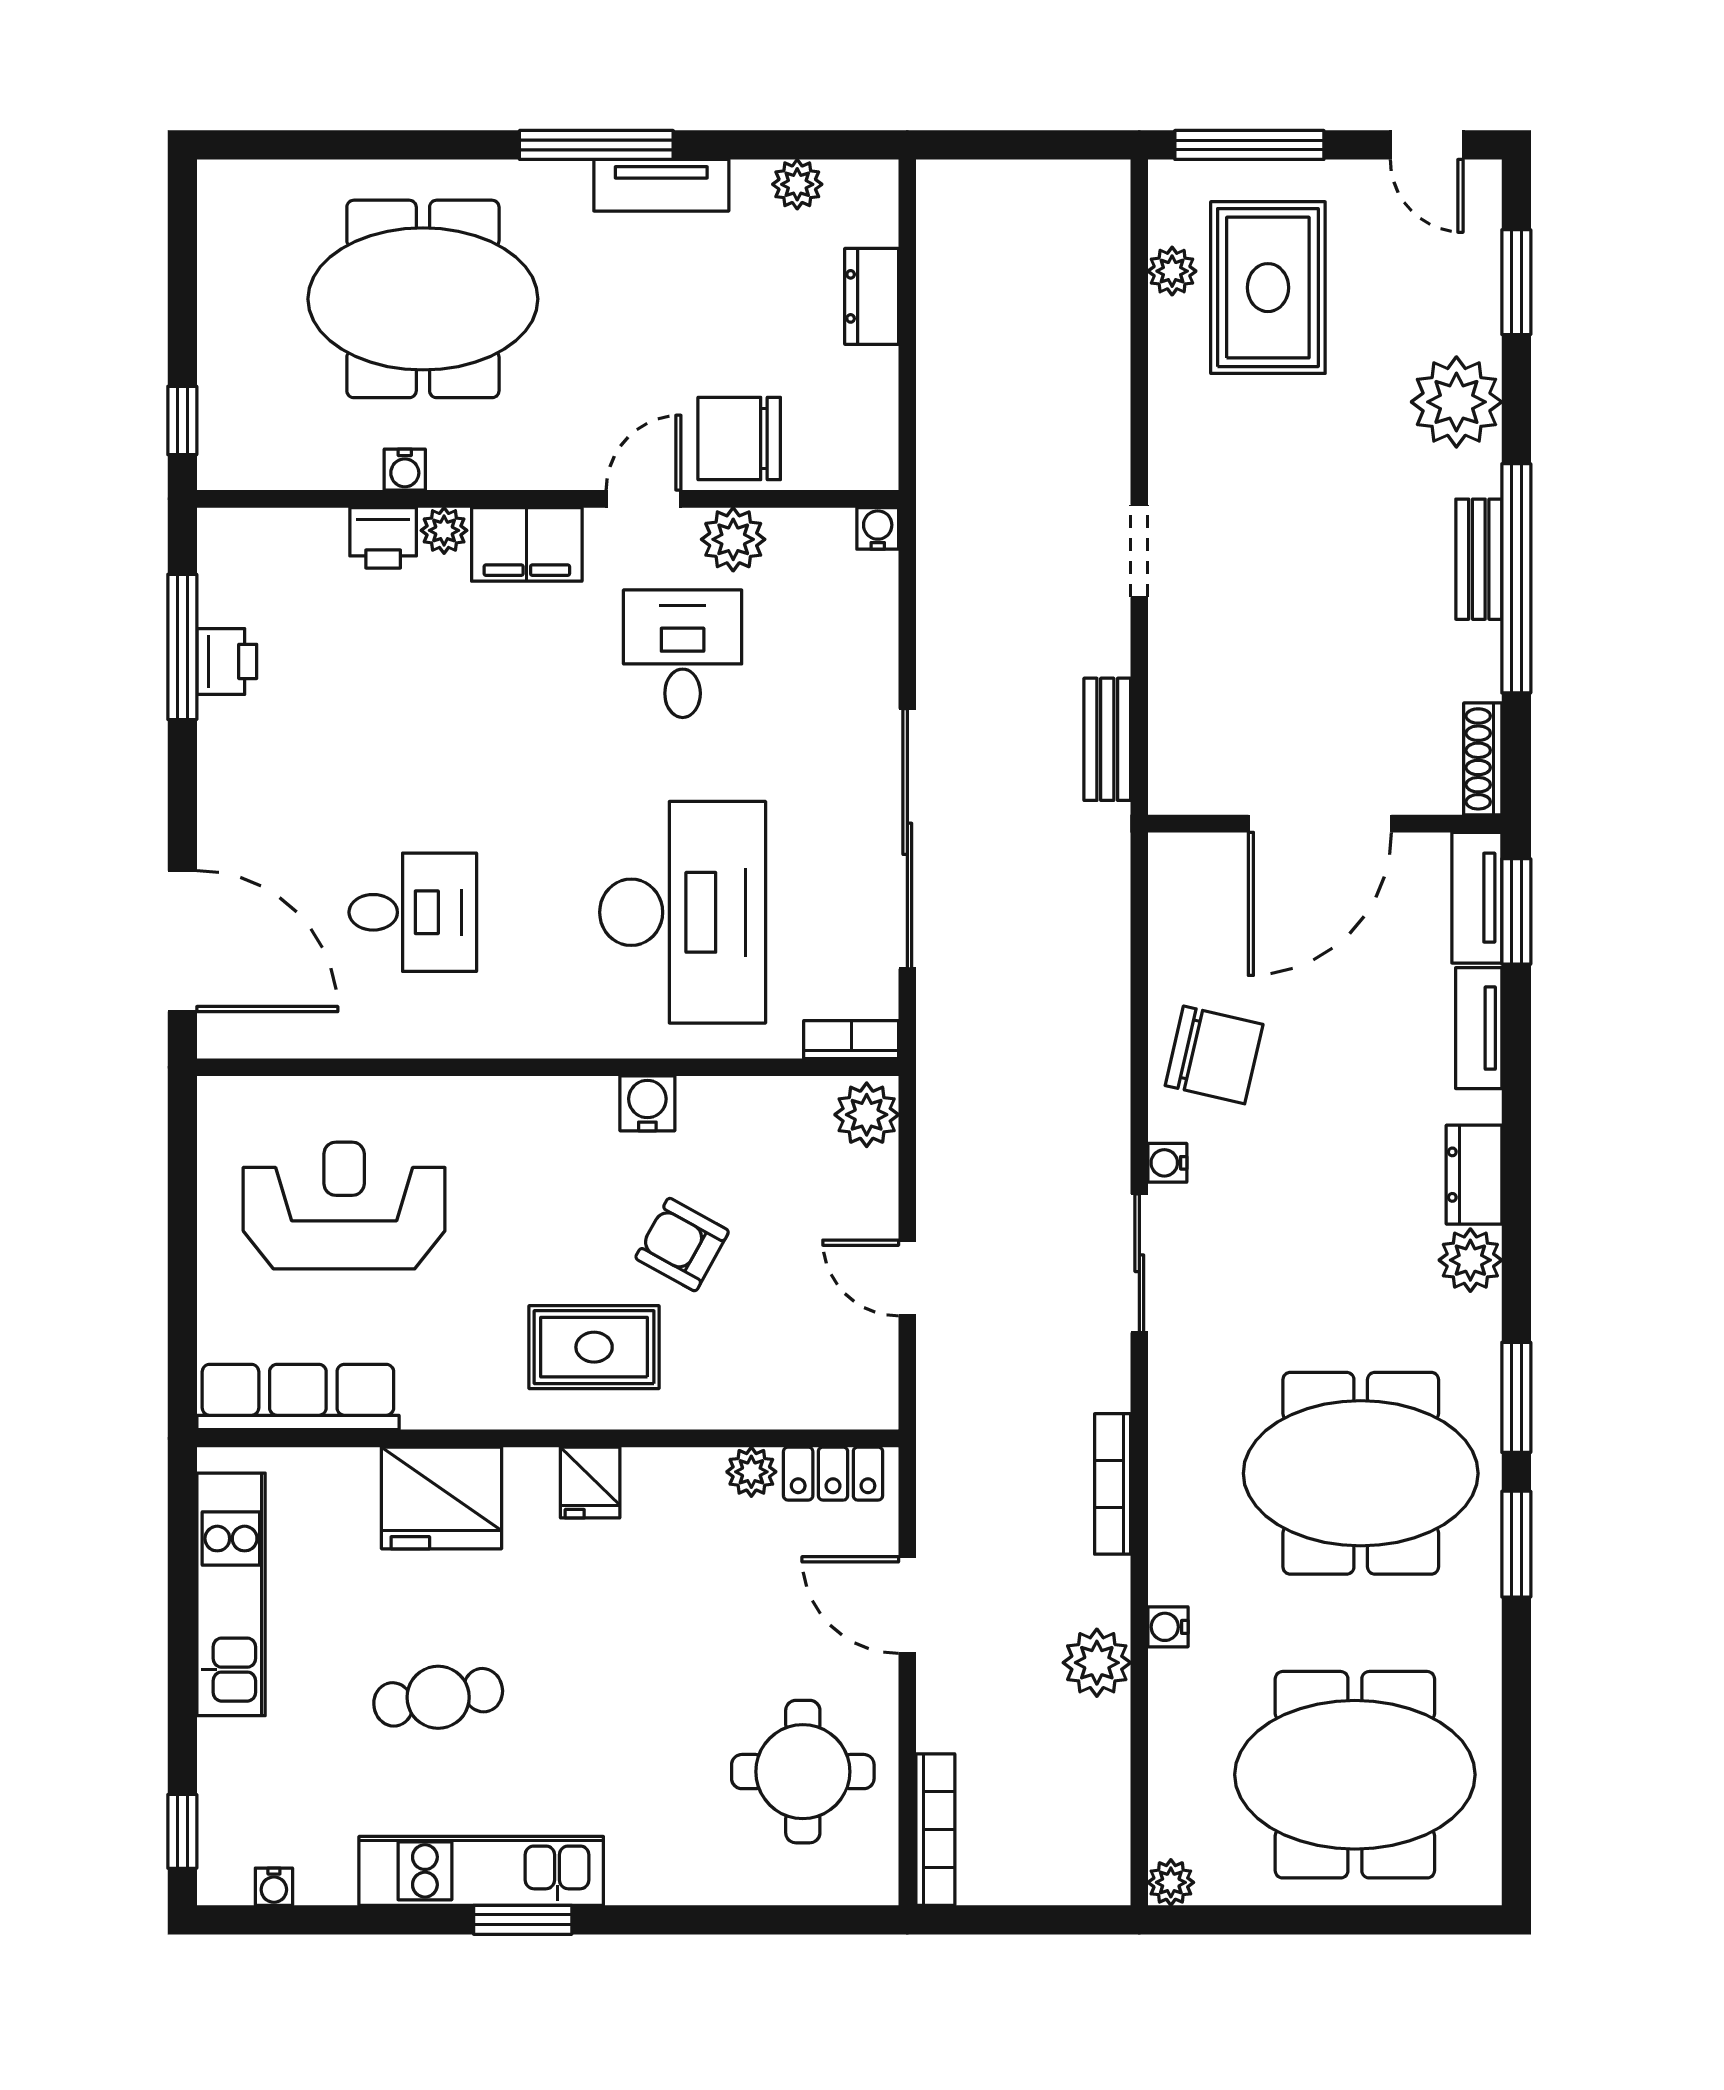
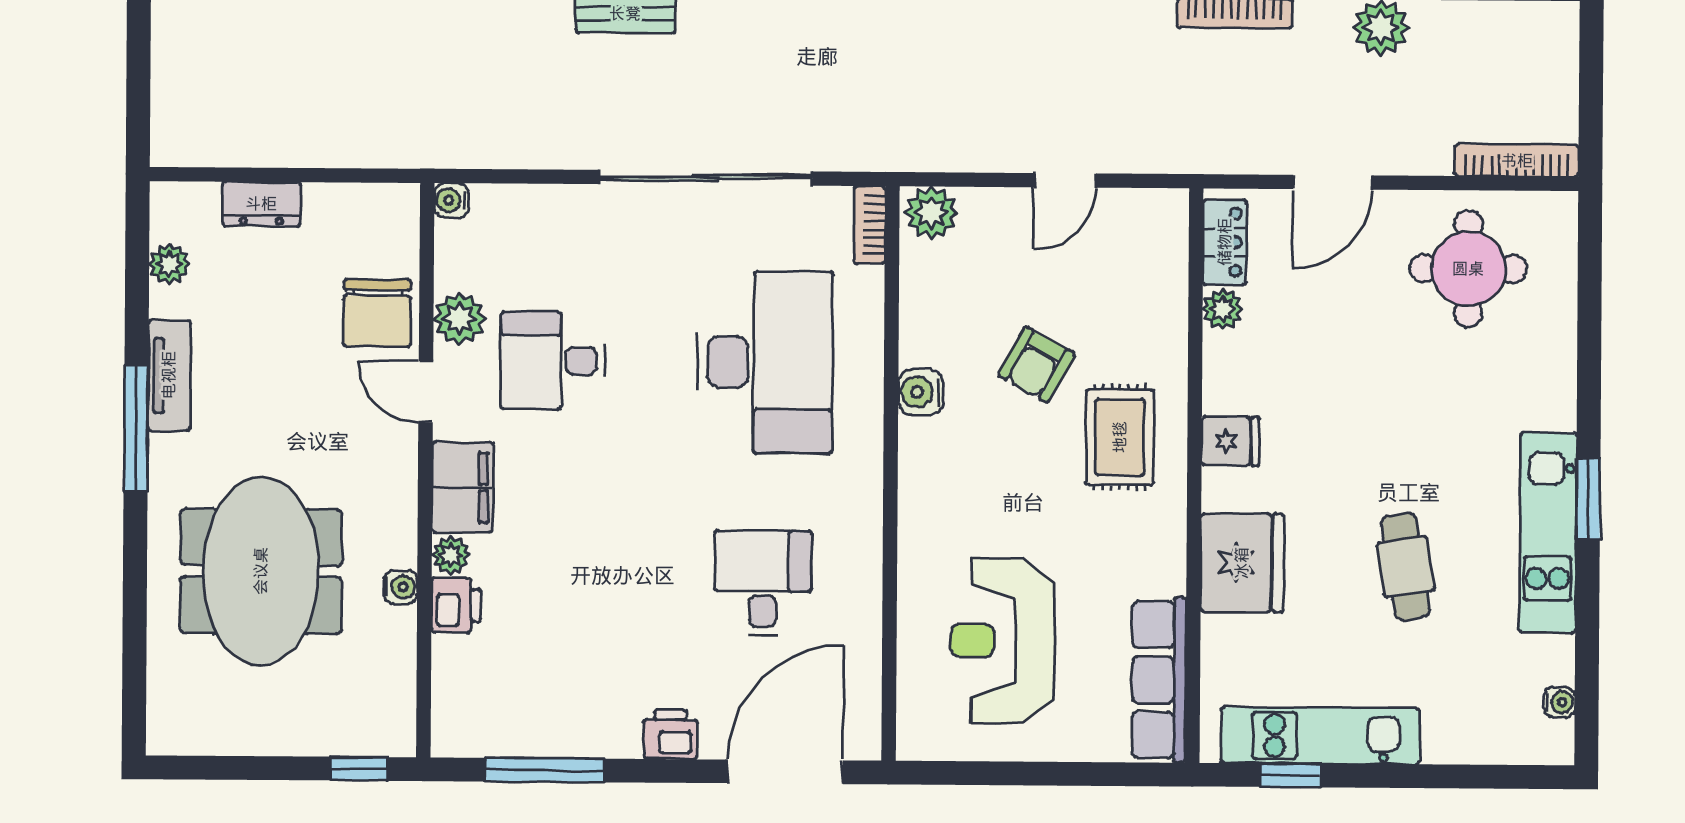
printer: (227, 661) -> (670, 735), moved
desk: (683, 912) -> (764, 362), turned 90
window: (182, 1831) -> (1290, 775), moved

